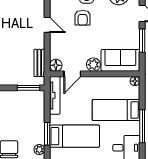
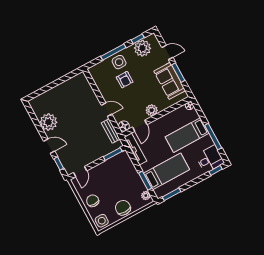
door: (47, 25) -> (107, 110), moved
sofa: (120, 60) -> (170, 81), moved, turned -90

